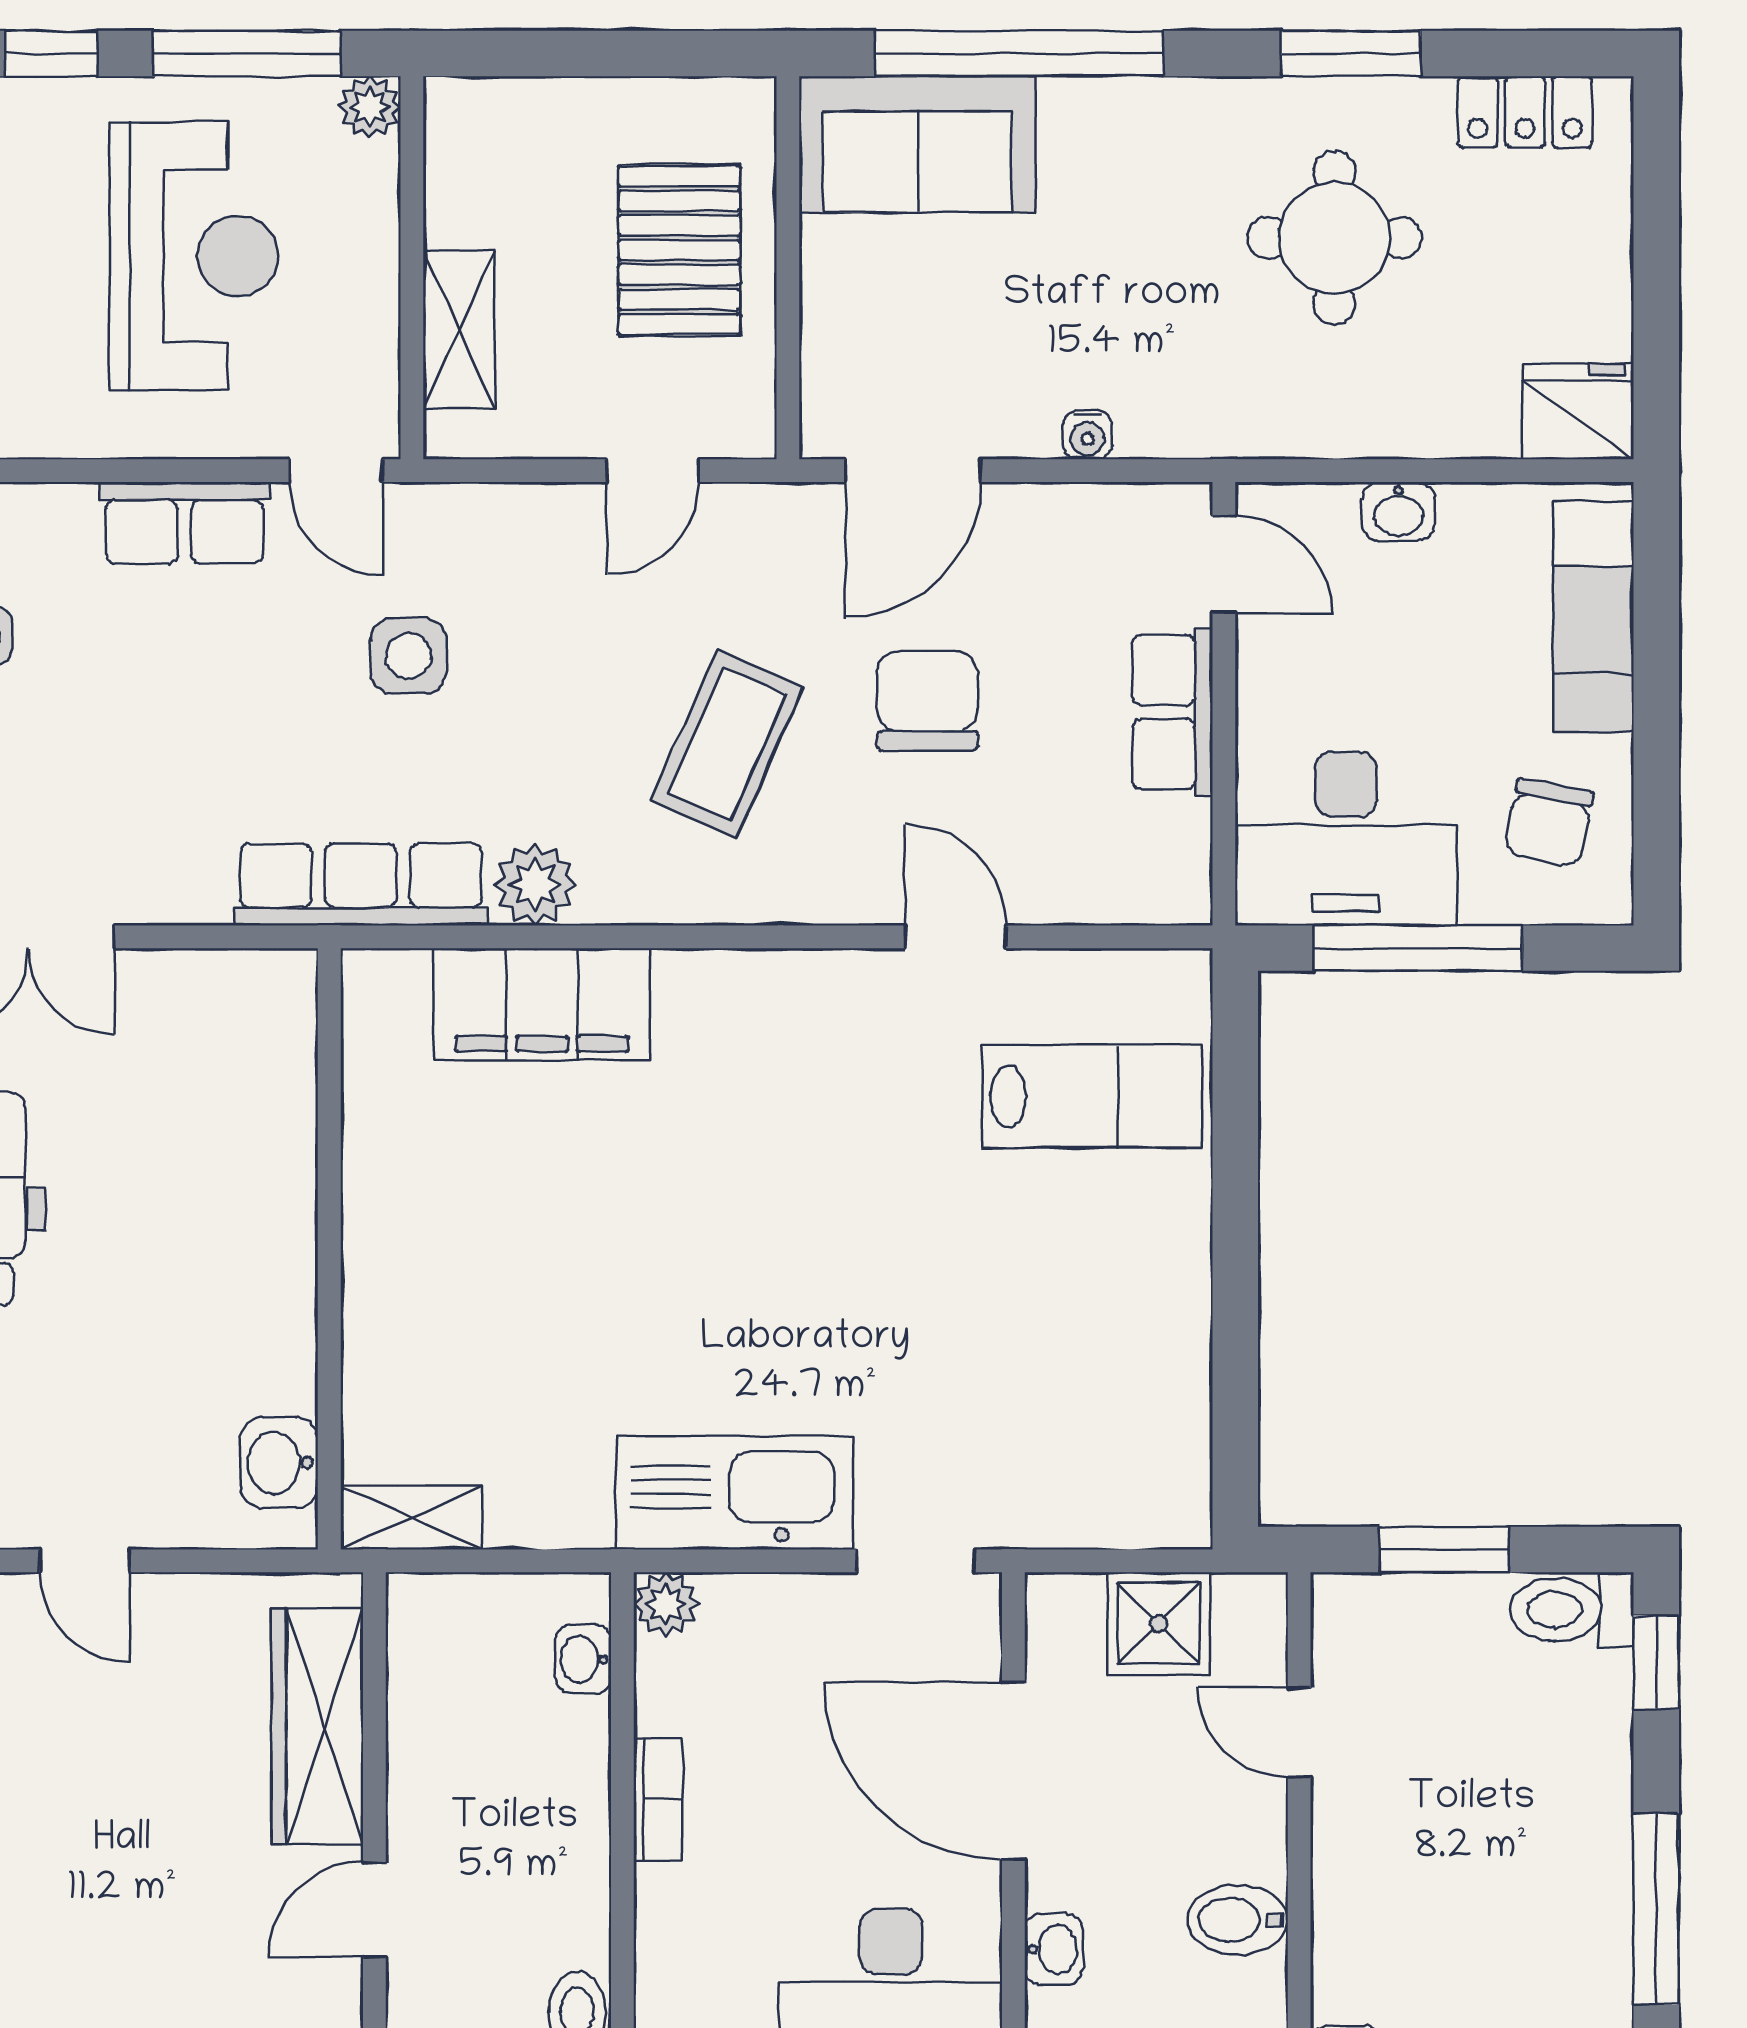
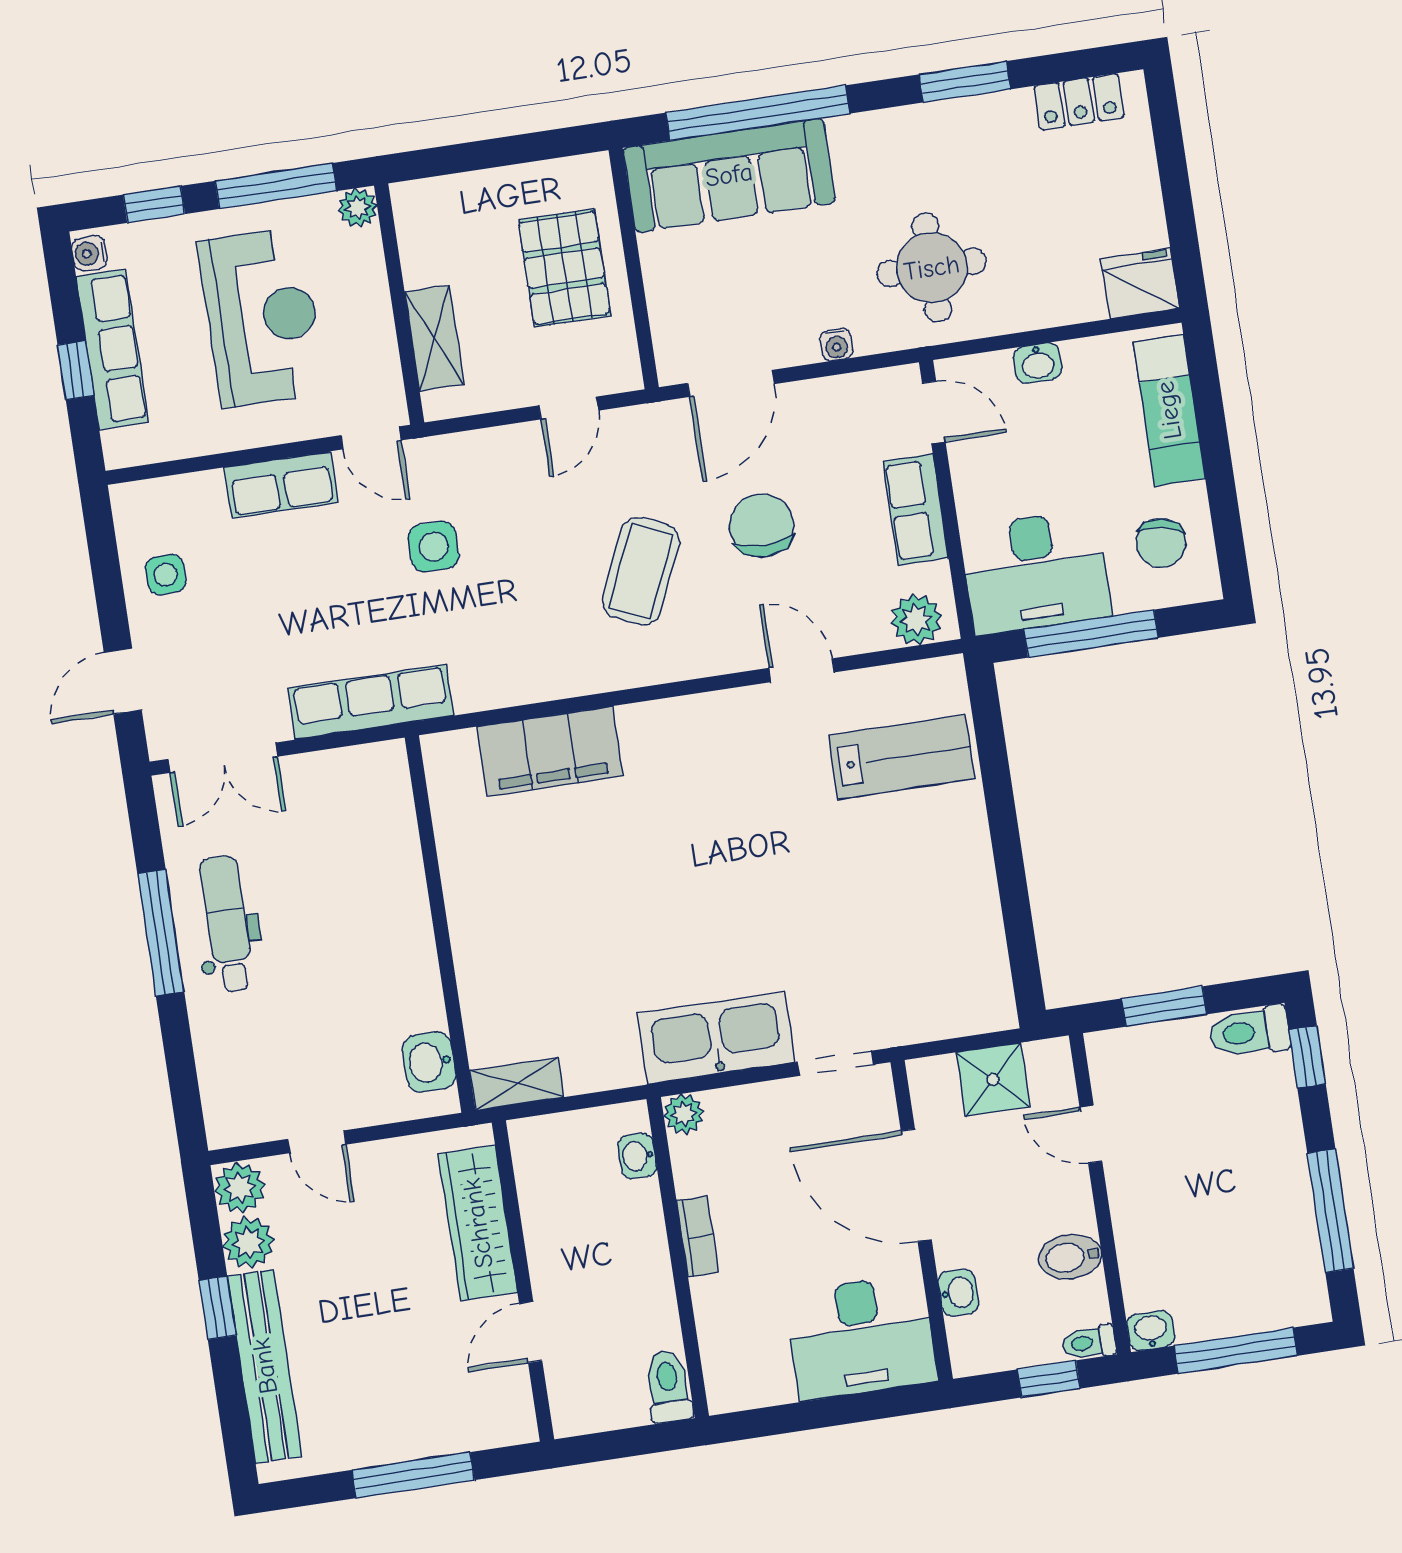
sofa: (917, 144) -> (729, 175), width x1.36
round table: (1334, 238) -> (932, 268), moved
row of seats: (361, 884) -> (371, 702), moved
plant: (535, 885) -> (916, 620), moved

